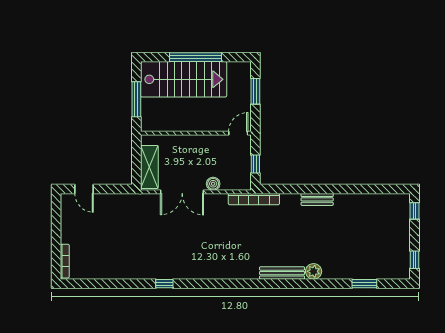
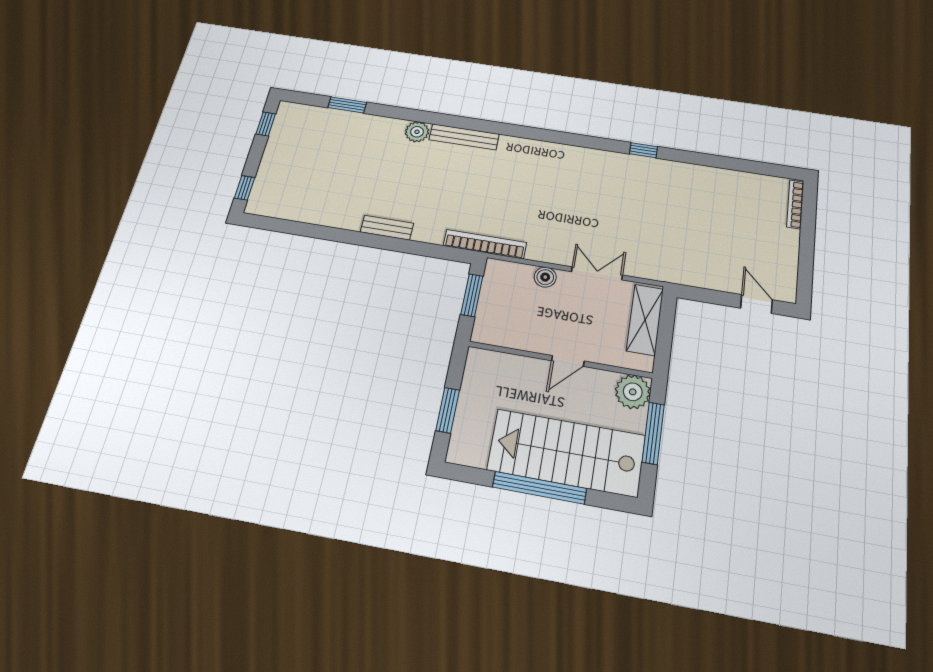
plant: (151, 121) -> (633, 392), added
door: (238, 133) -> (568, 361), moved
window: (255, 164) -> (472, 295), width x1.50
double door: (182, 192) -> (597, 273), width x0.73

